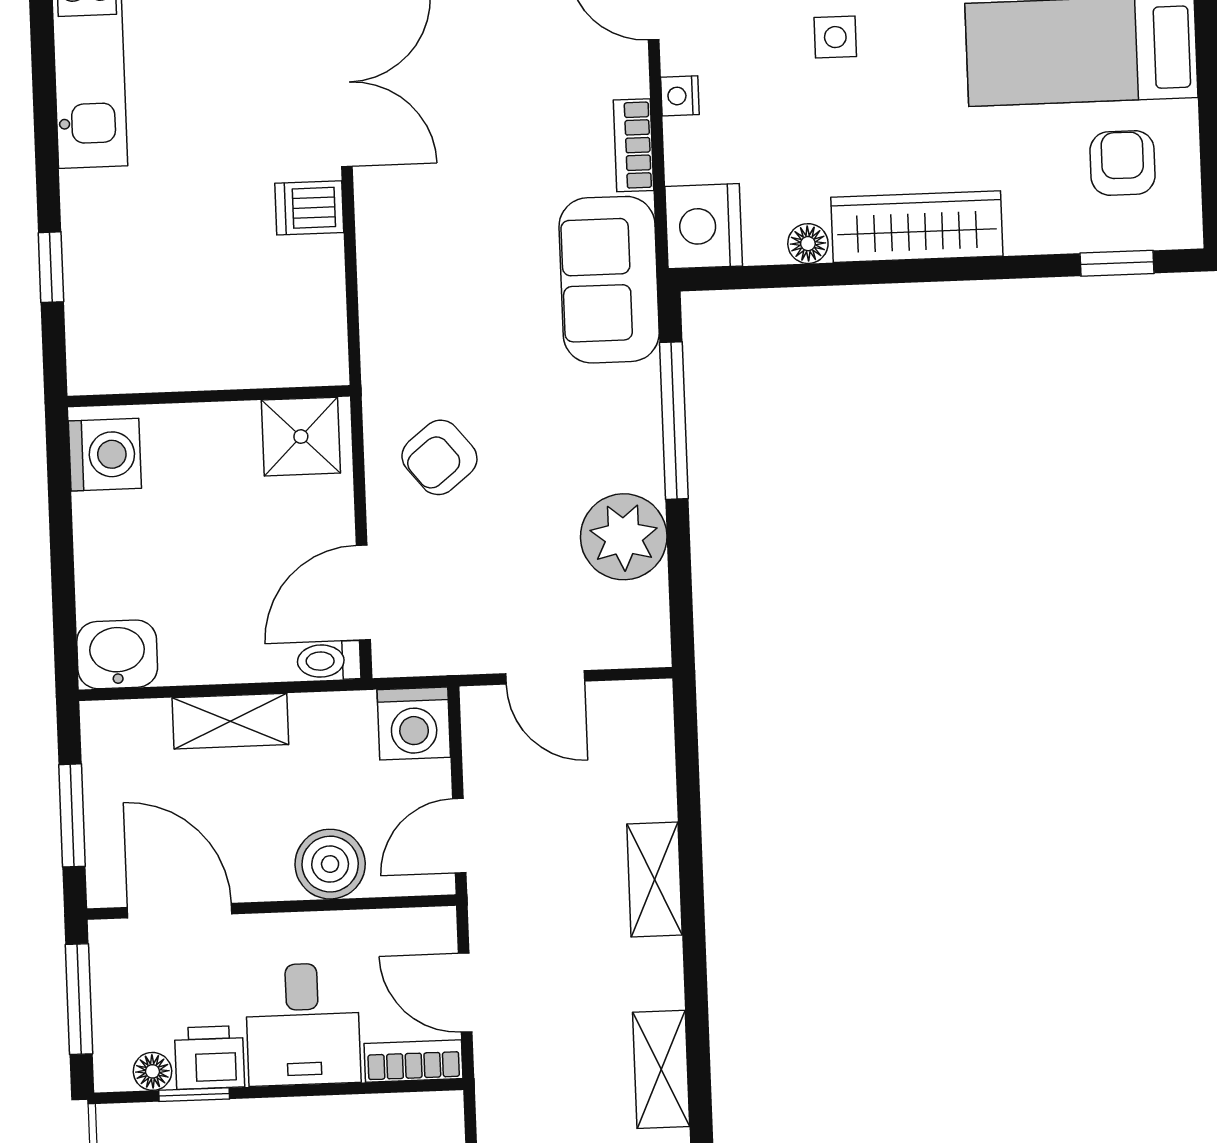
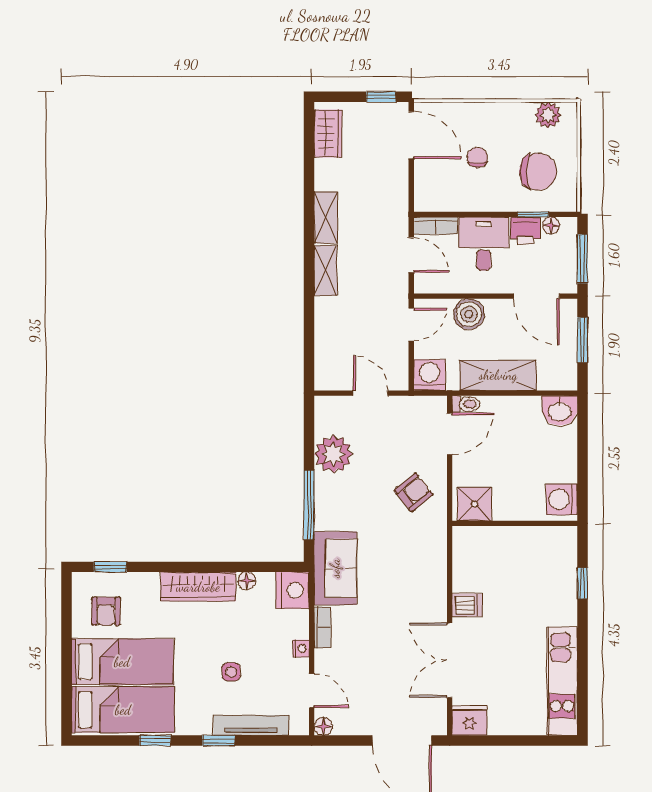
shelving: (230, 721) -> (498, 375), width x1.50, depth x1.33
shelving: (655, 880) -> (325, 271), moved

